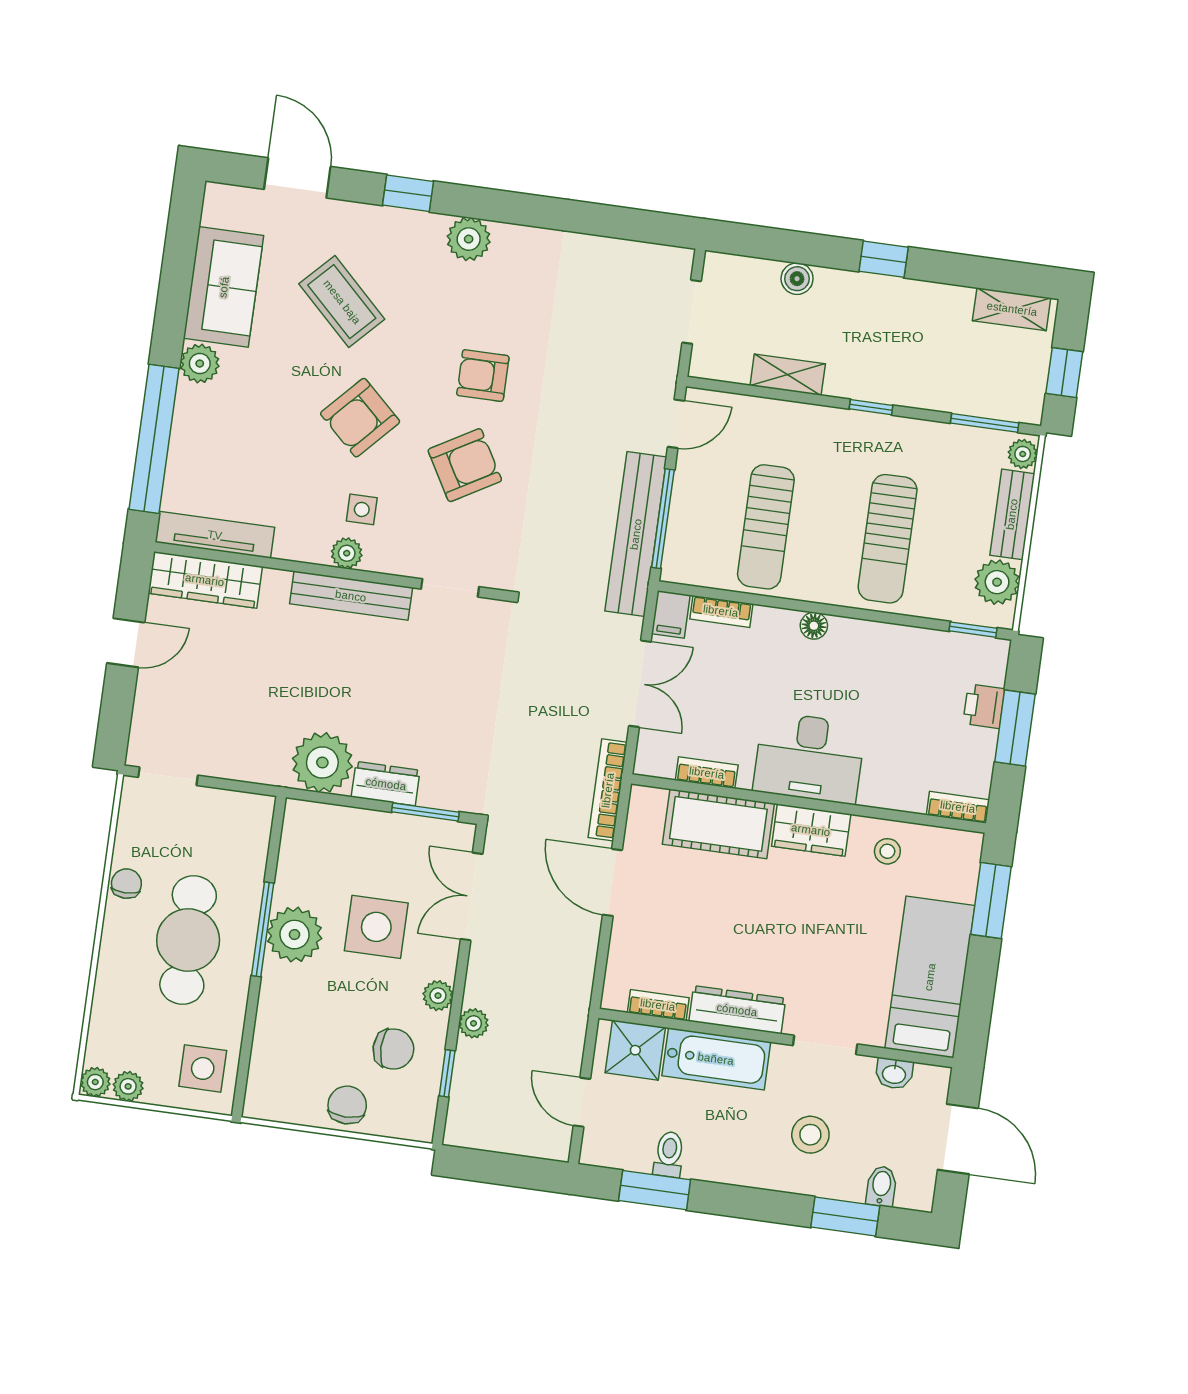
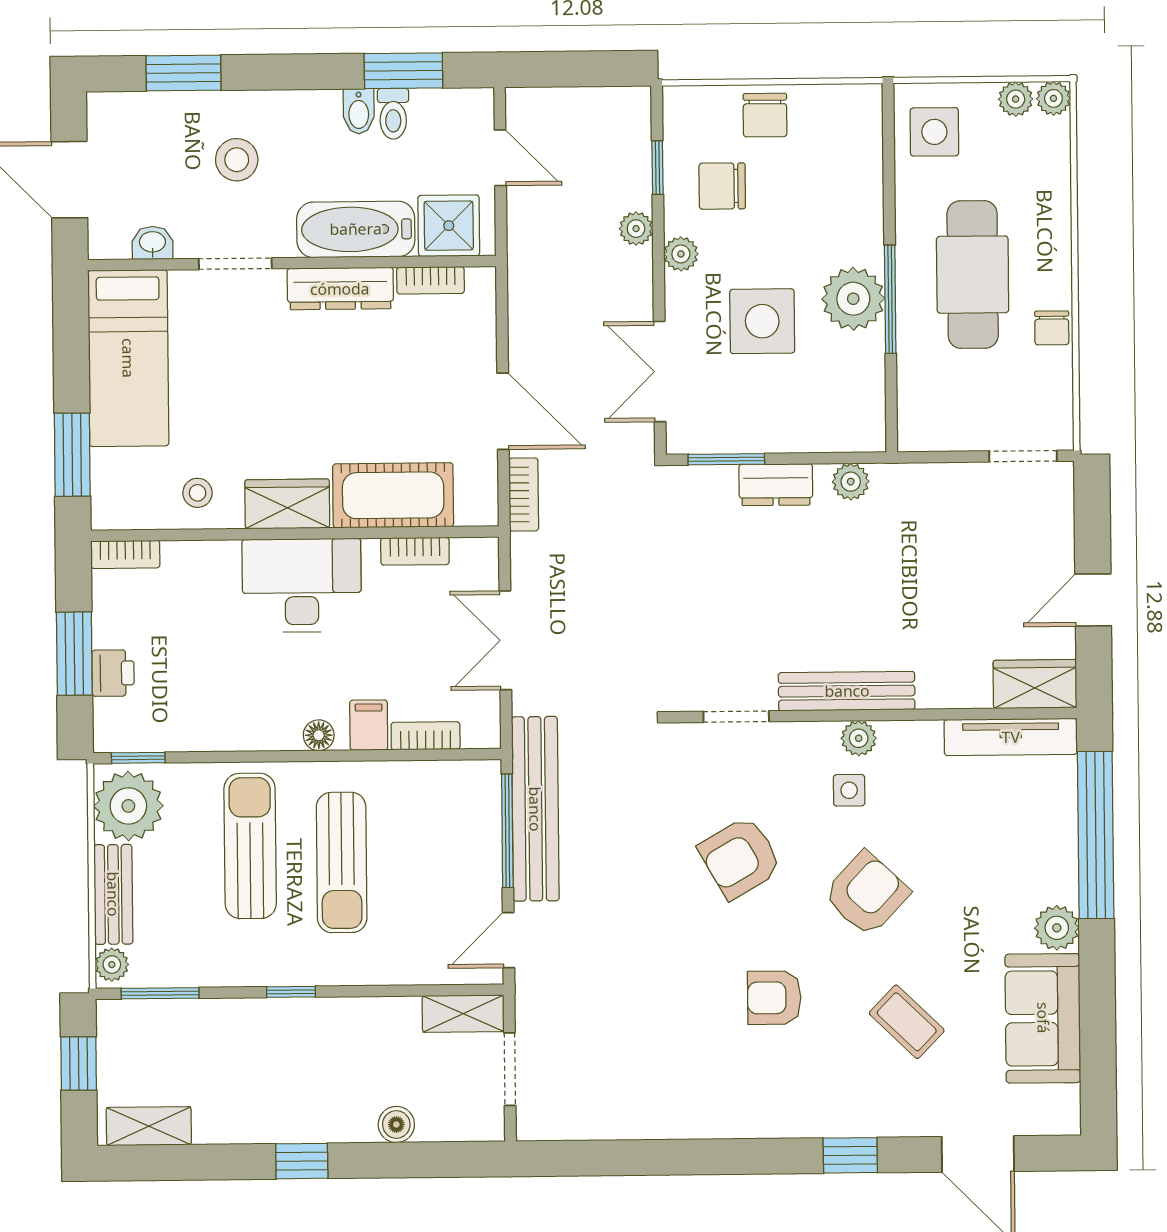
plant: (469, 239) -> (774, 1114), removed
coffee table: (342, 302) -> (907, 1022), width x0.73, depth x0.77
shelving: (788, 375) -> (463, 1014), moved
armchair: (483, 376) -> (774, 998), moved, turned 180
sun lounger: (766, 527) -> (342, 862), moved, turned 180
wardrobe: (205, 580) -> (1035, 684), width x0.67
plant: (997, 582) -> (128, 806), width x1.36, depth x1.36
filing cabinet: (671, 614) -> (369, 725), moved
plant: (322, 762) -> (851, 482), width x0.53, depth x0.53
bookcase: (608, 790) -> (524, 494), width x0.64
double door: (472, 896) -> (660, 372), swing flipped
bidet: (881, 1186) -> (359, 111), moved

